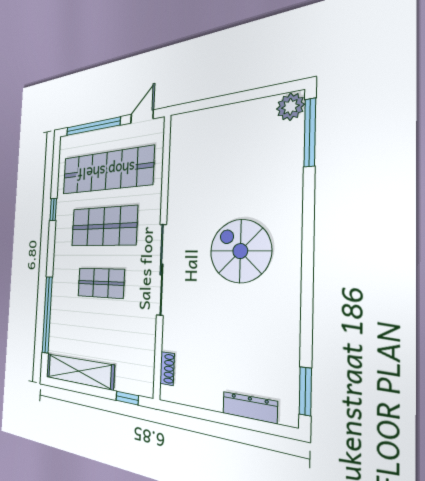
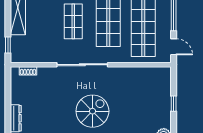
window: (231, 99) -> (174, 104), added

